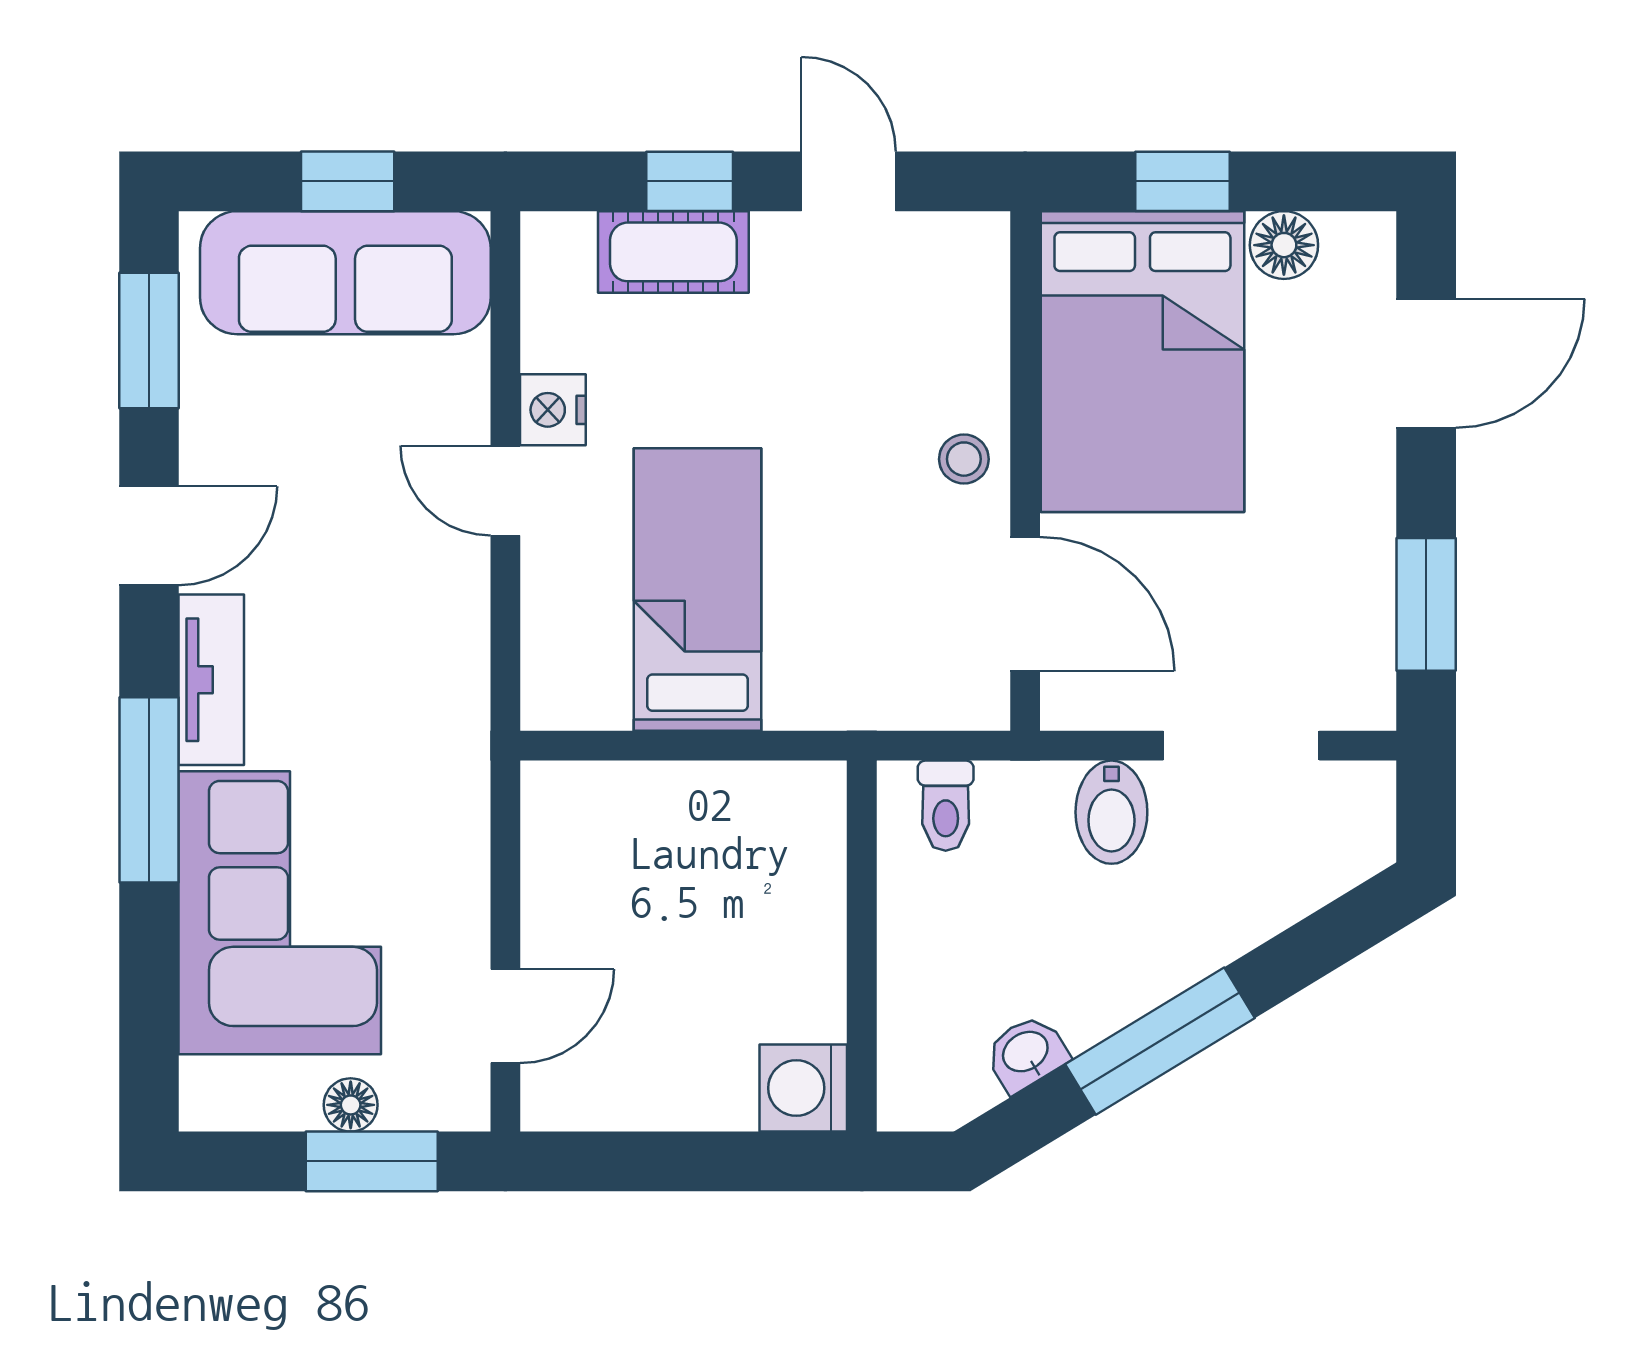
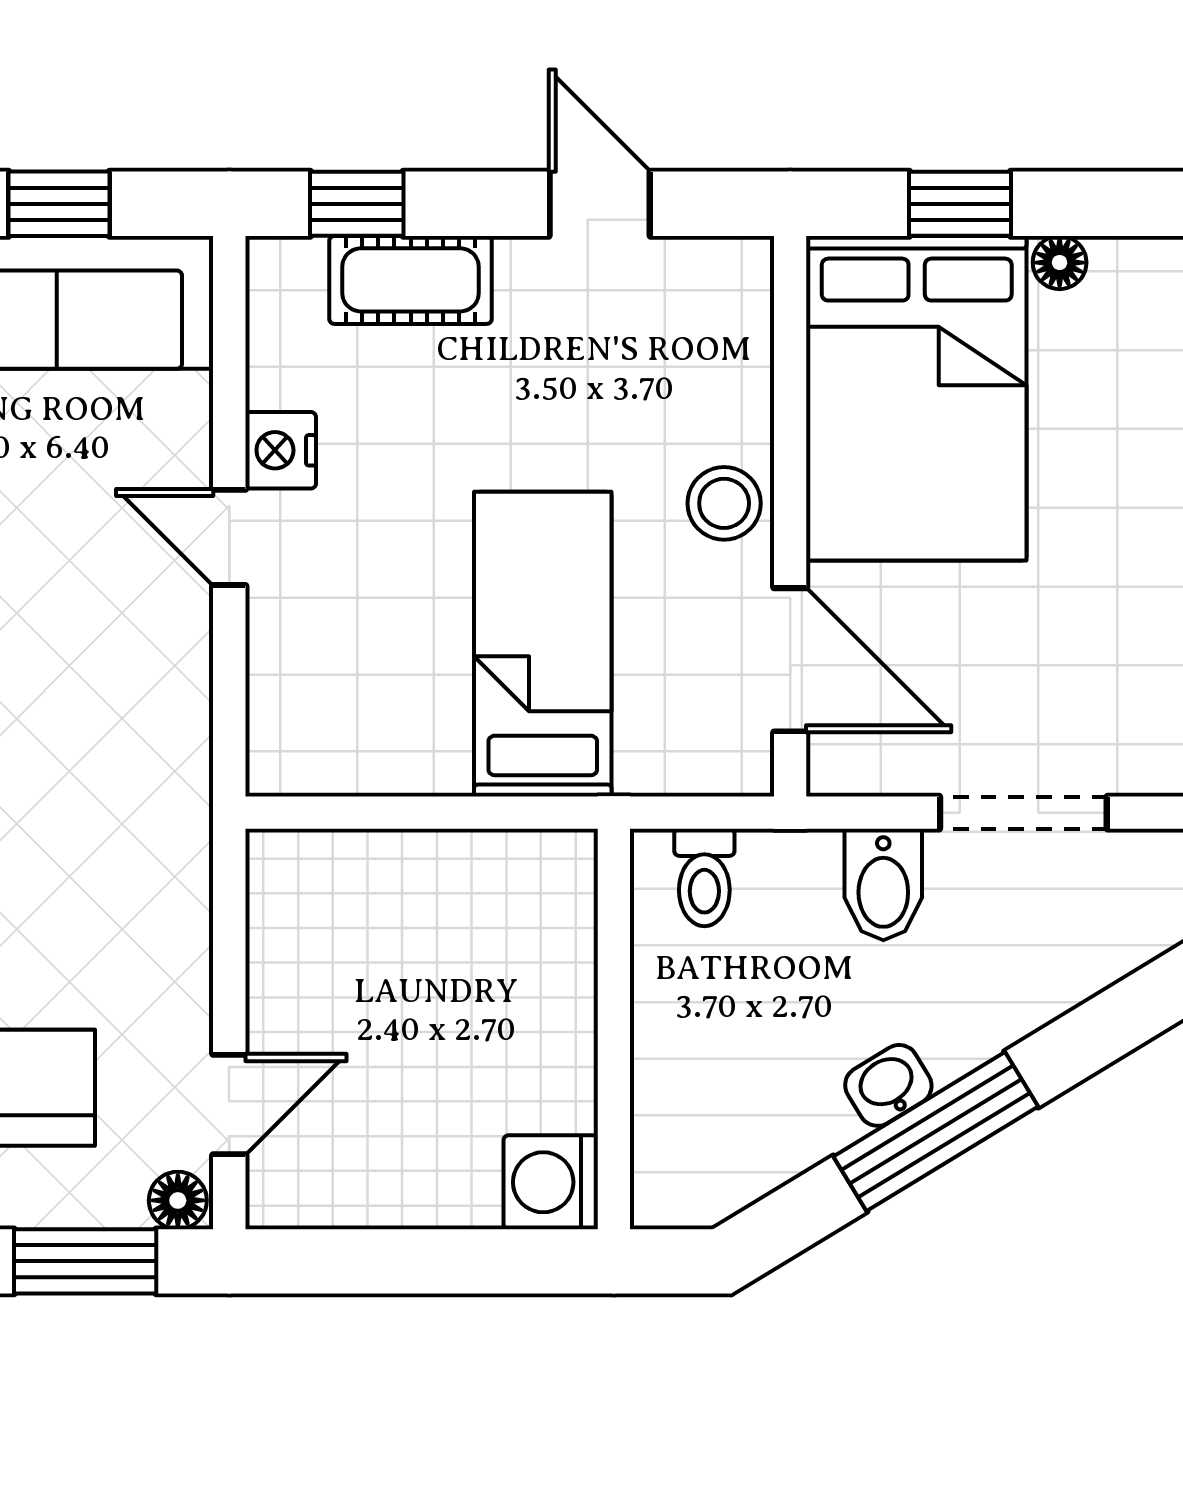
window: (690, 181) -> (357, 204), moved
floor lamp: (1284, 245) -> (1060, 263), width x0.73, depth x0.73
stool: (964, 459) -> (724, 503), width x1.37, depth x1.37
bed: (698, 589) -> (543, 644), moved
washbasin: (1026, 1053) -> (888, 1085), moved
floor lamp: (351, 1105) -> (178, 1200), moved

